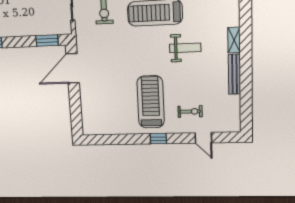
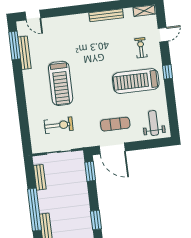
shelving: (234, 40) -> (144, 11), moved
weight bench: (185, 48) -> (153, 123), moved
exercise mat: (101, 74) -> (115, 124), added

